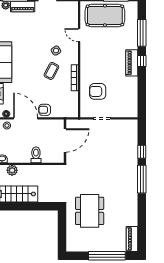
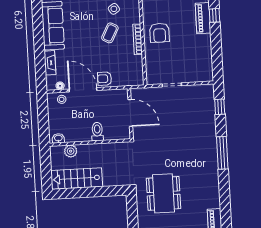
armchair: (98, 91) -> (159, 33), moved, turned -90
door: (65, 140) -> (130, 113), hinge flipped
window: (142, 152) -> (220, 107), moved

